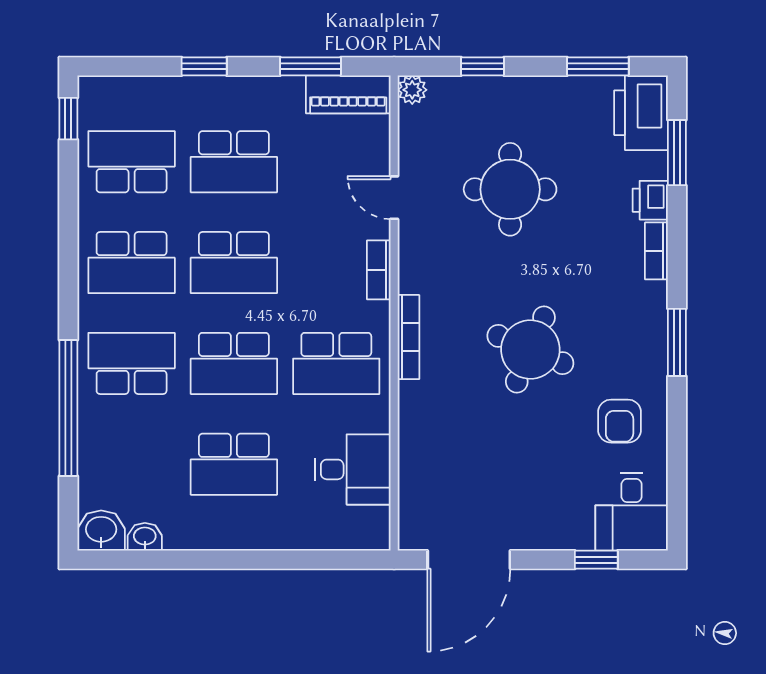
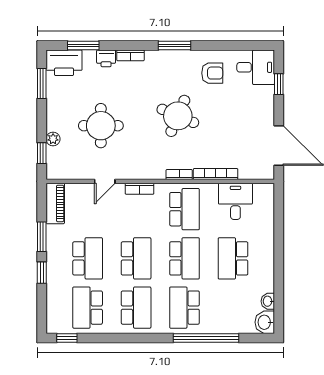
window: (310, 66) -> (42, 237), moved
window: (482, 66) -> (42, 153), moved
plant: (412, 90) -> (53, 139), moved
bookcase: (409, 337) -> (179, 174), width x0.64
bookcase: (410, 428) -> (216, 174), added
school desk: (234, 464) -> (233, 258), turned 180

